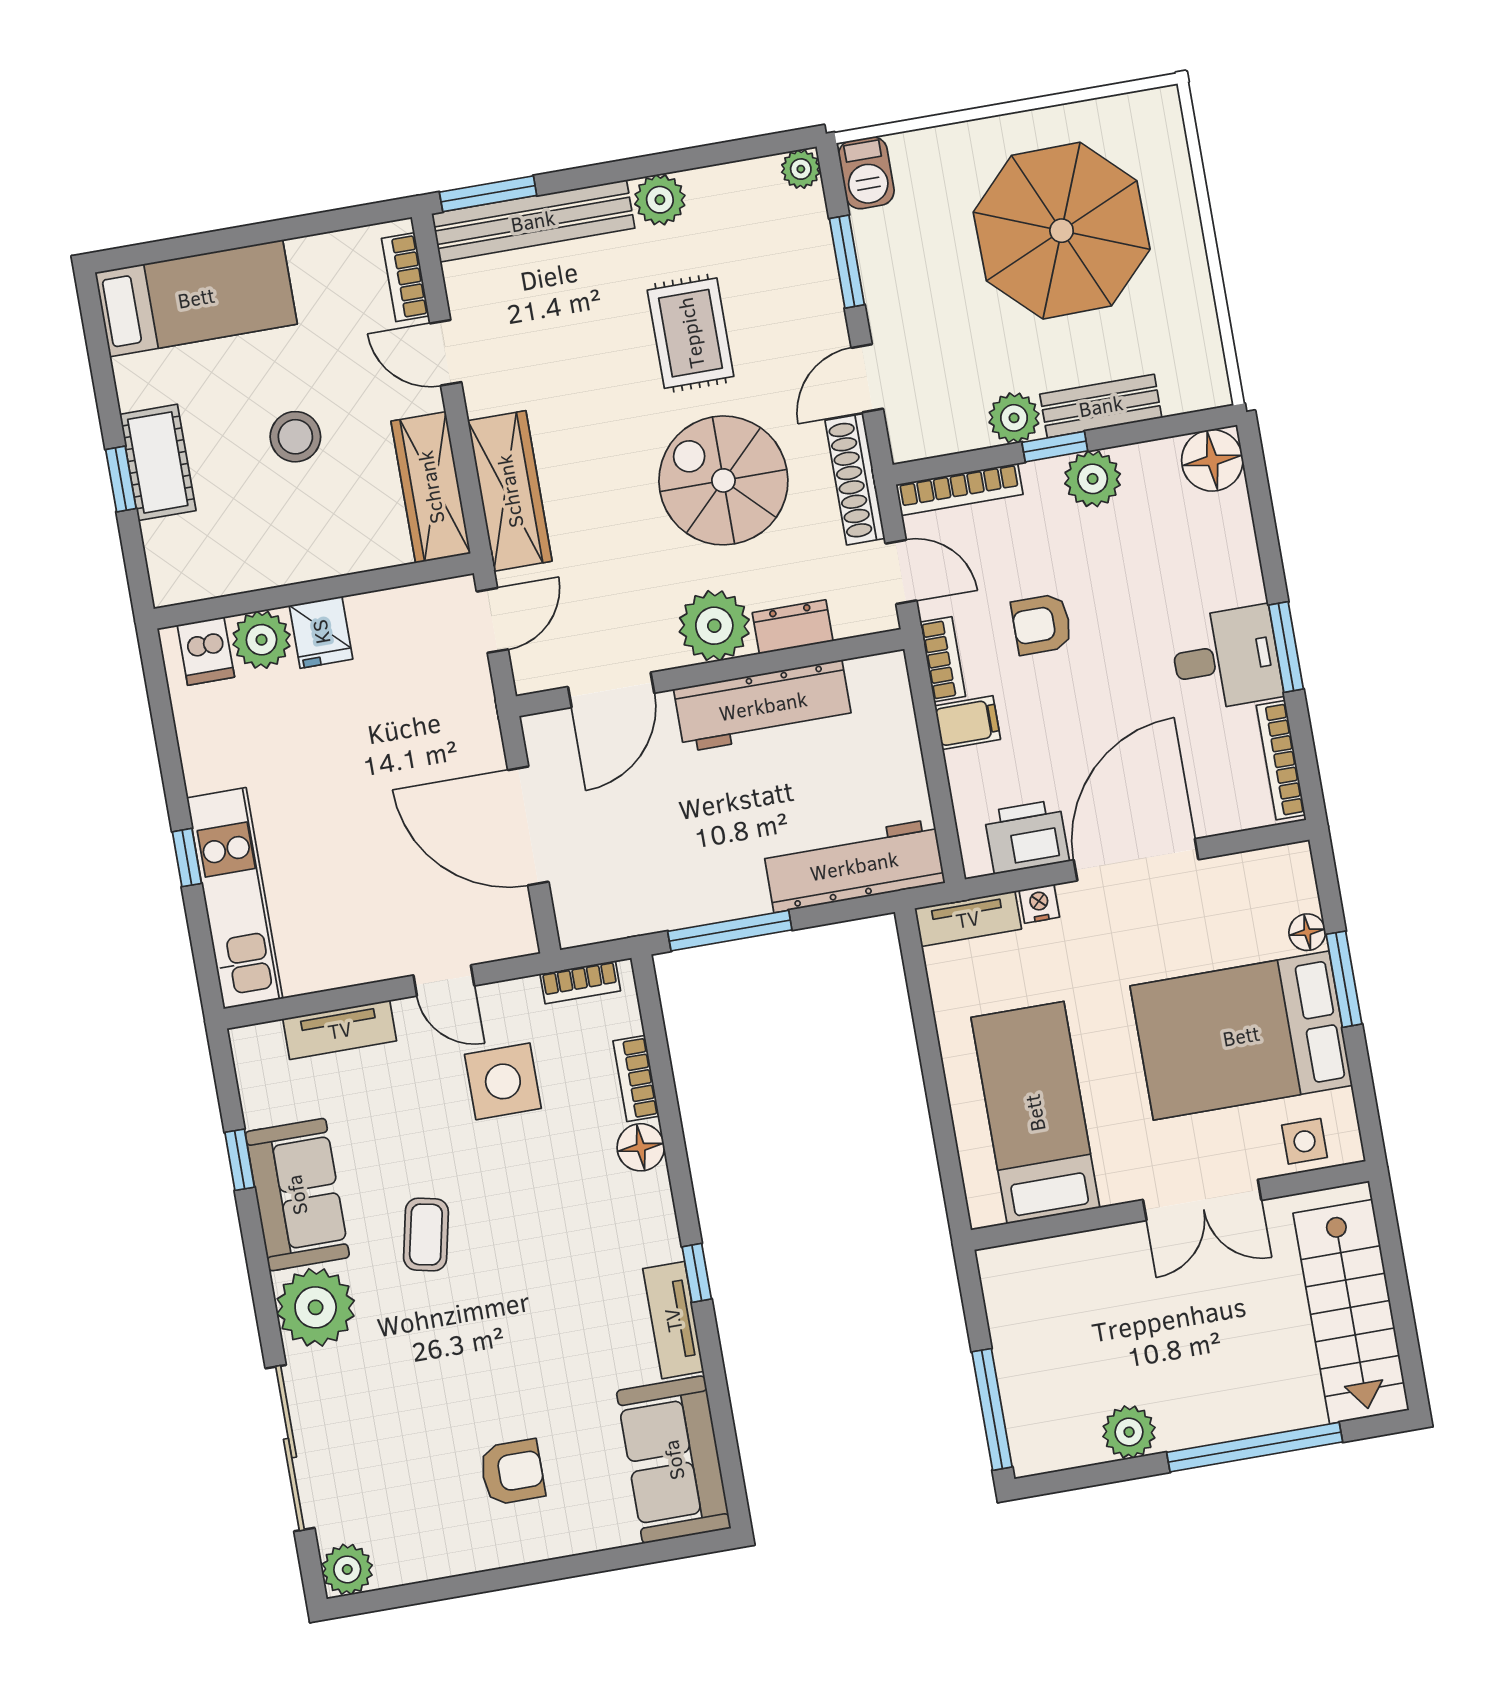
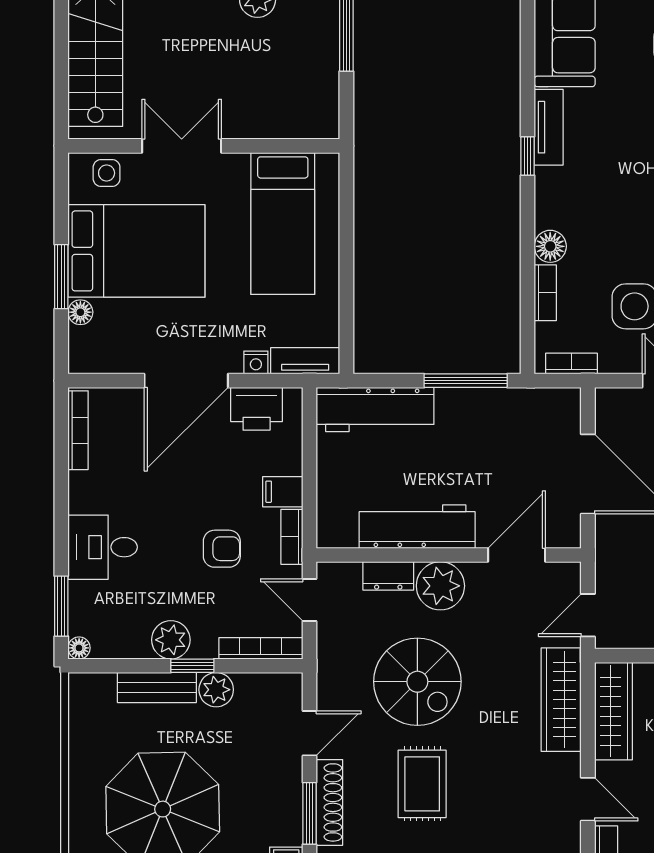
floor lamp: (1212, 460) -> (79, 648), width x0.53, depth x0.53
shoe rack: (855, 479) -> (329, 802), moved
window: (1286, 647) -> (61, 606), moved
desk: (1226, 658) -> (103, 547), moved

